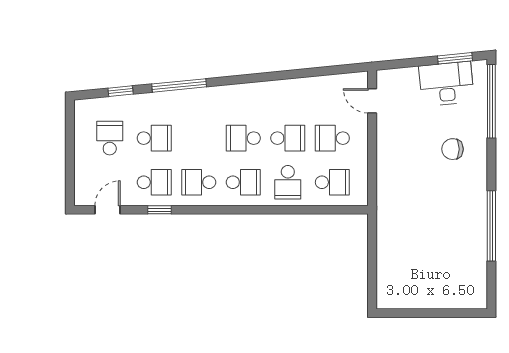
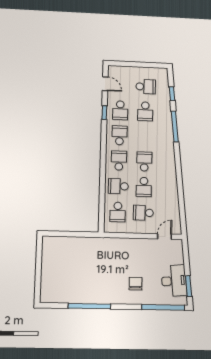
school desk: (332, 138) -> (143, 213), turned -90
school desk: (243, 182) -> (119, 161), turned 180

